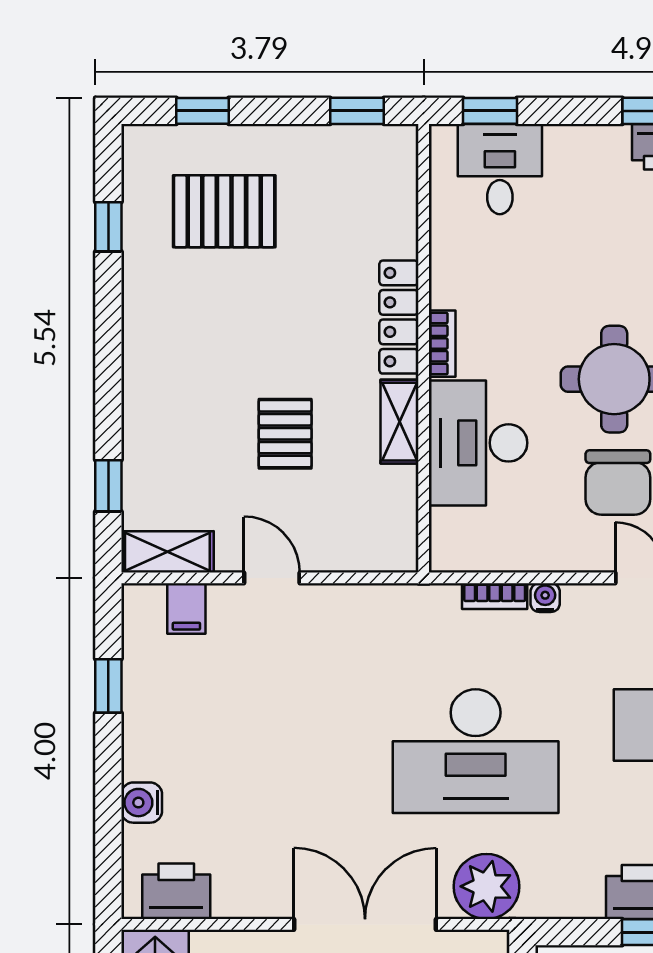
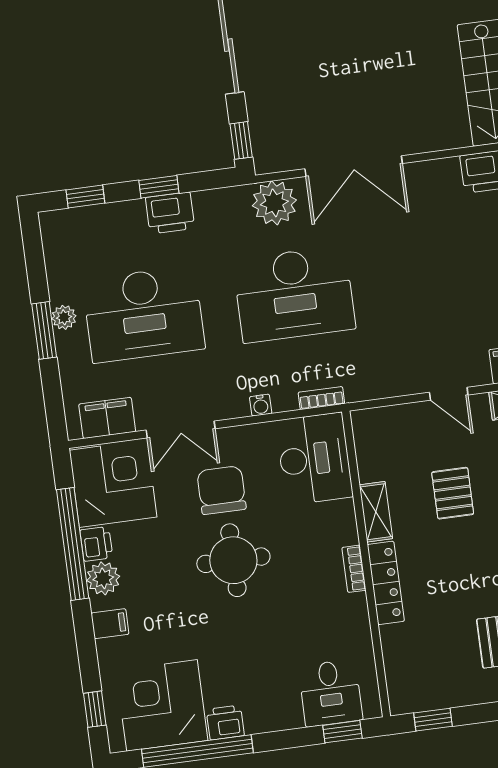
desk: (478, 443) -> (314, 459), moved
bookcase: (495, 596) -> (321, 398), moved
desk: (476, 751) -> (294, 294), turned 180

